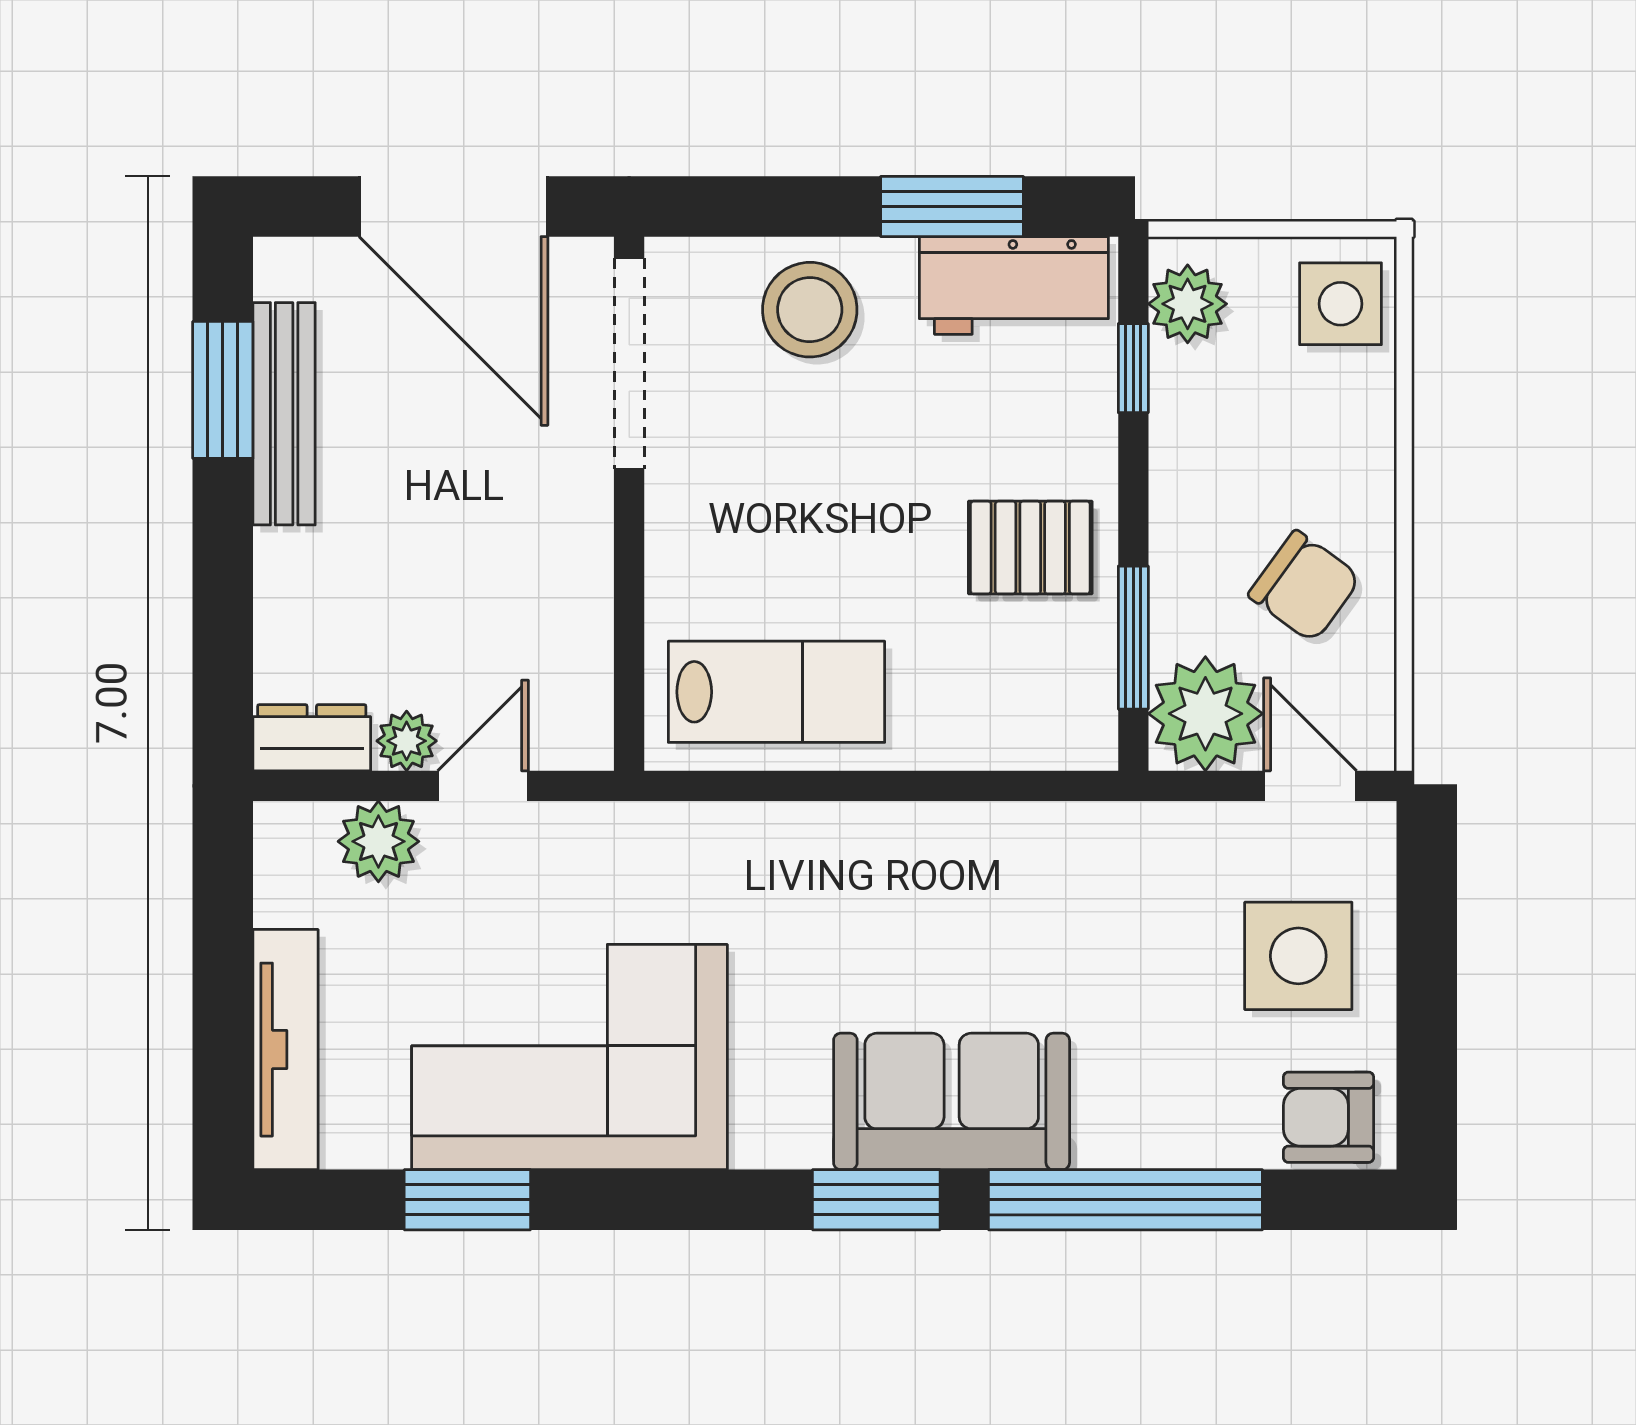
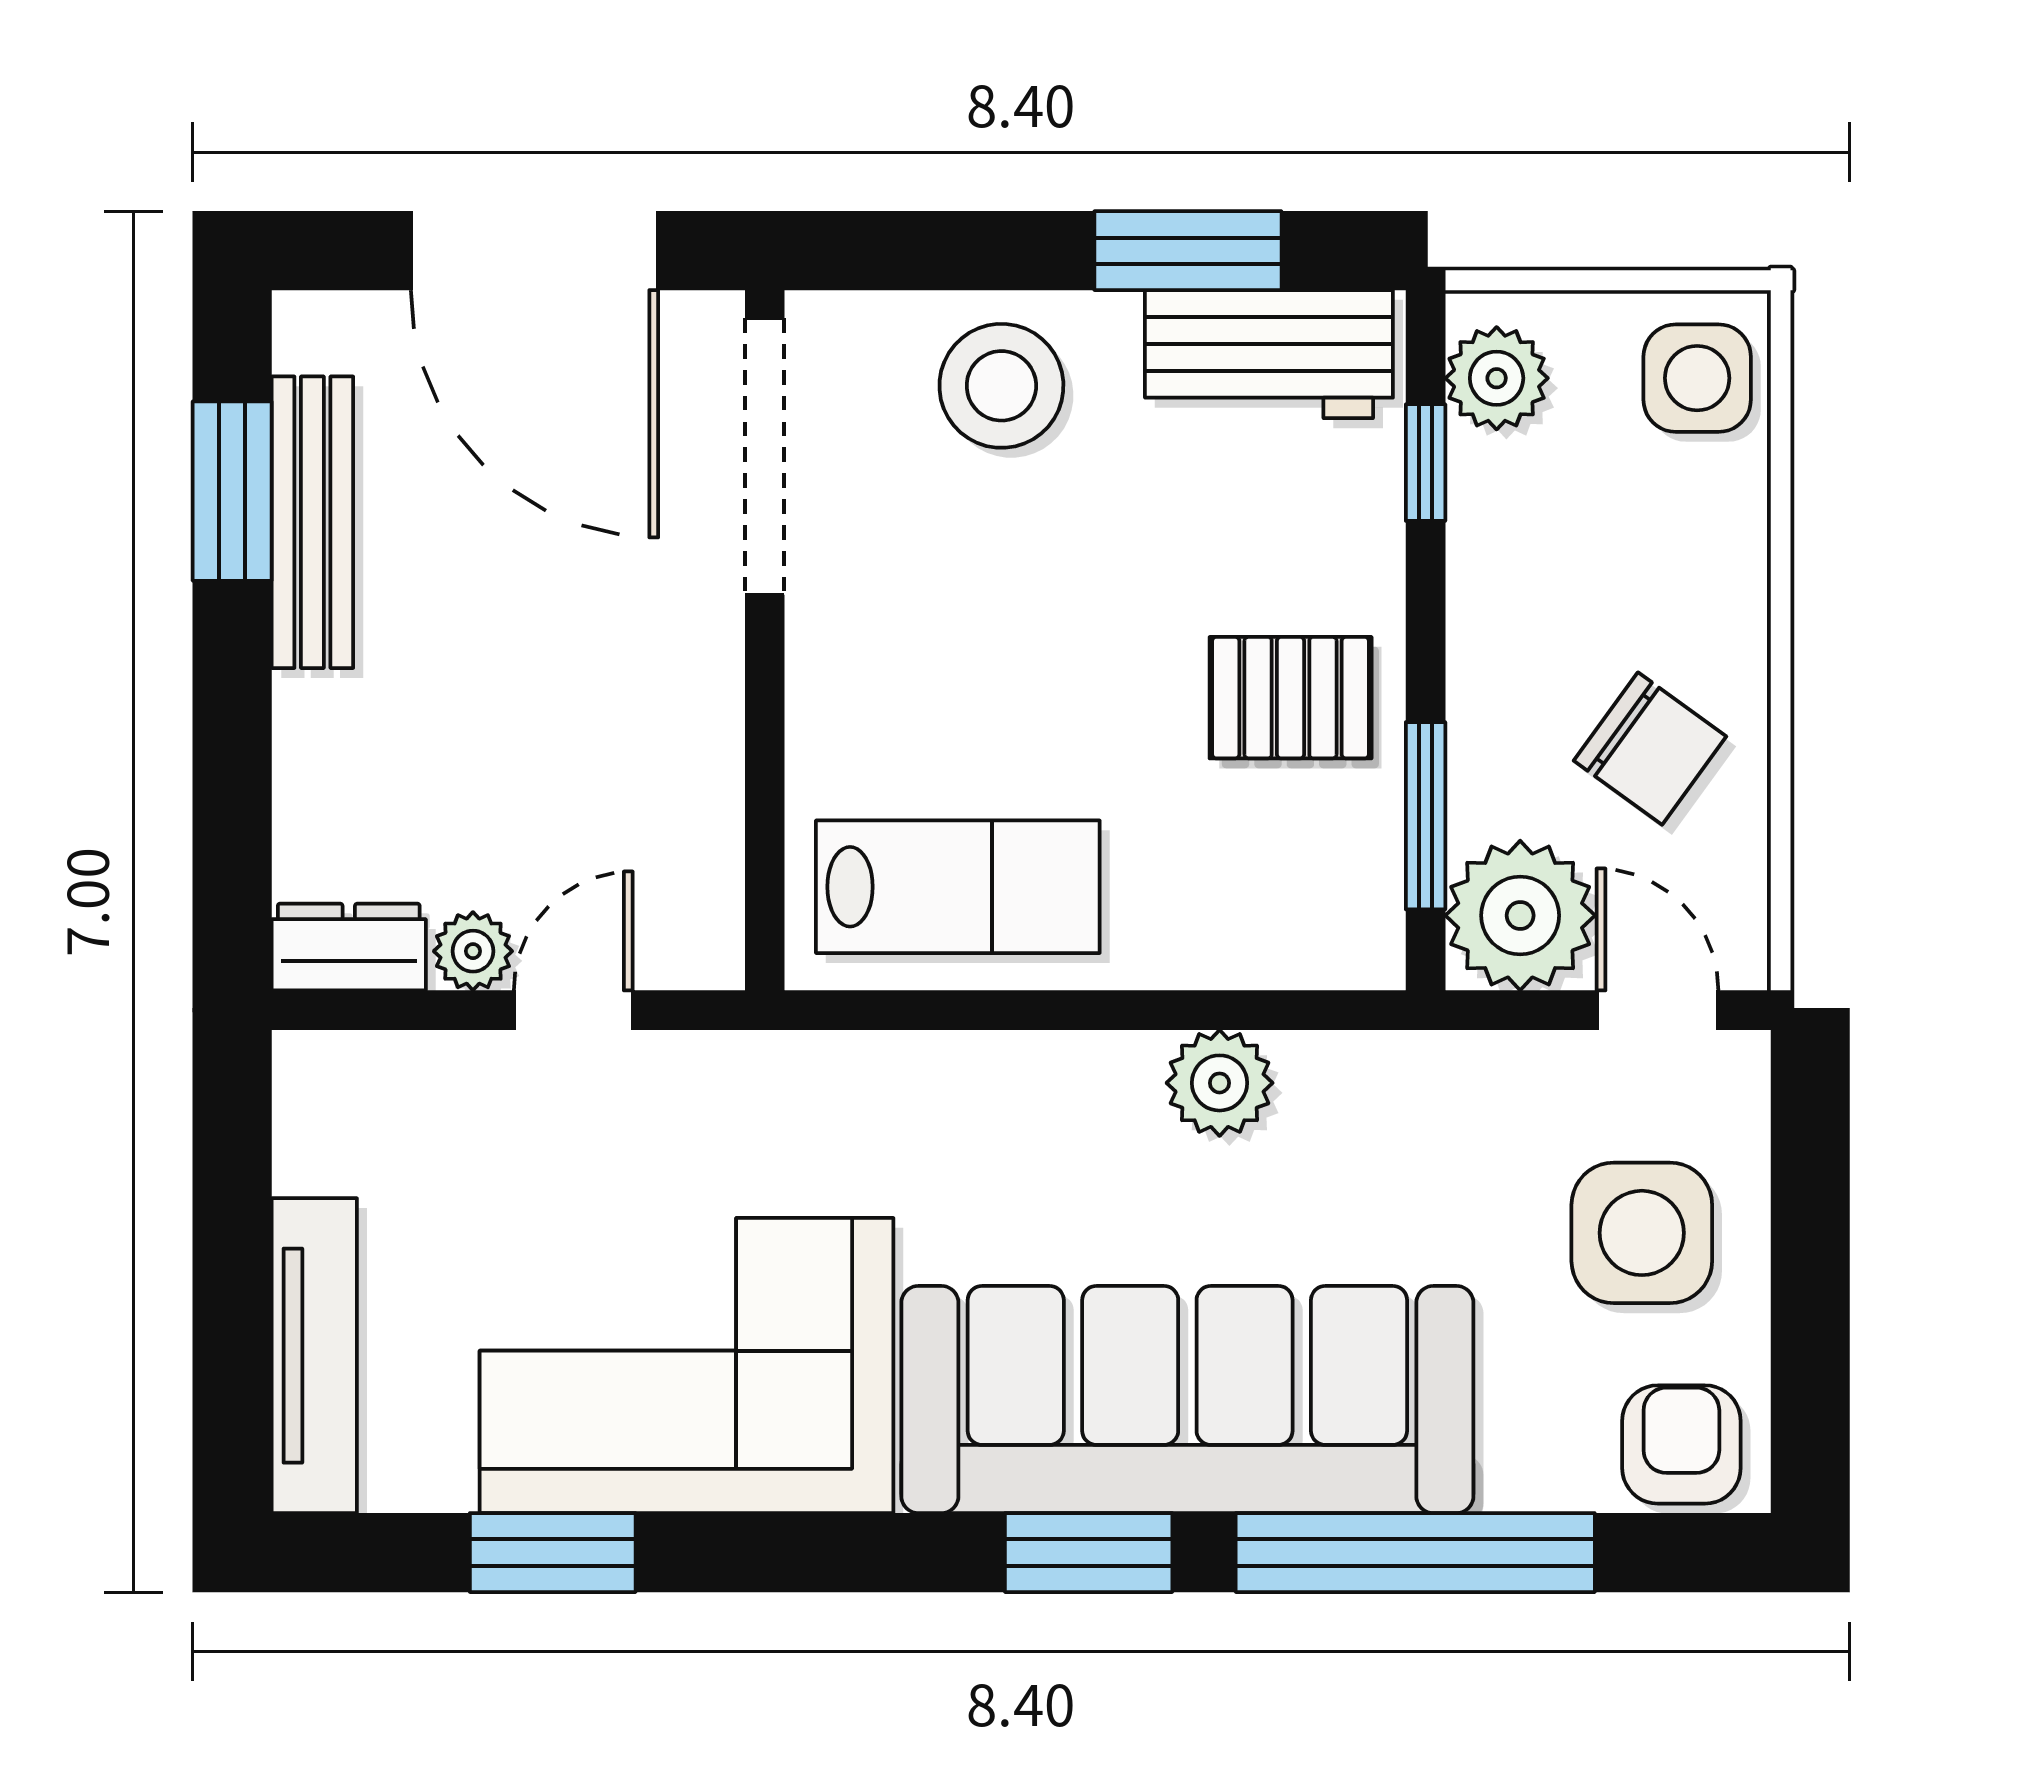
plant: (378, 841) -> (1220, 1083), moved
sofa: (952, 1101) -> (1187, 1400), width x1.85, depth x1.27
armchair: (1328, 1117) -> (1681, 1444), turned 90

